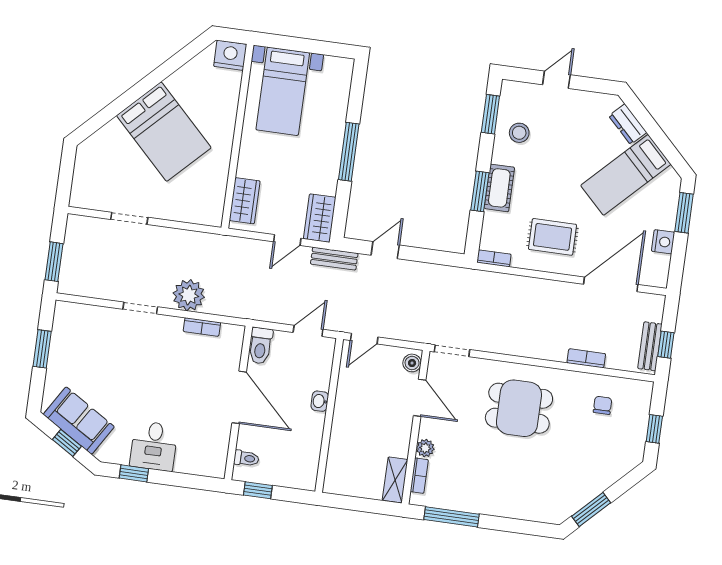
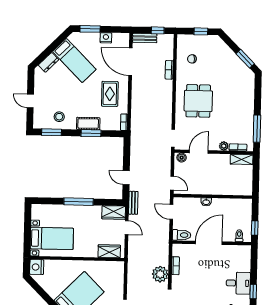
bench: (650, 346) -> (145, 38), moved

